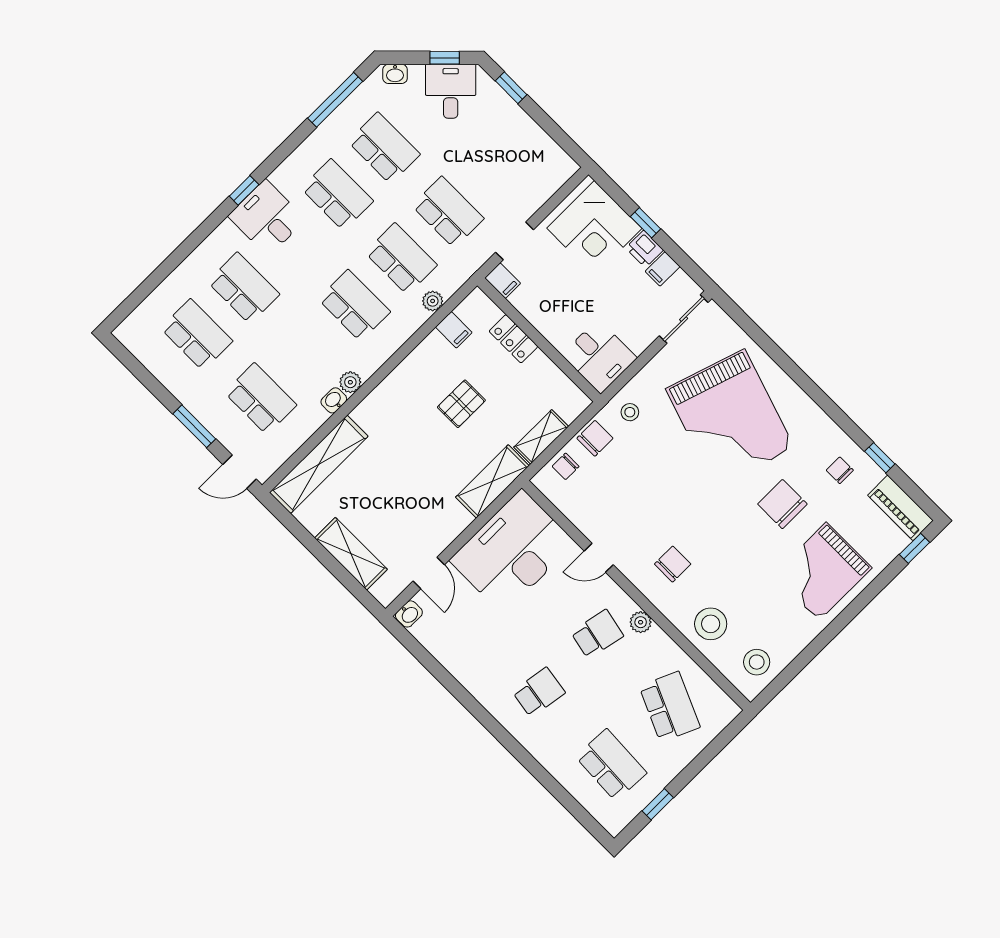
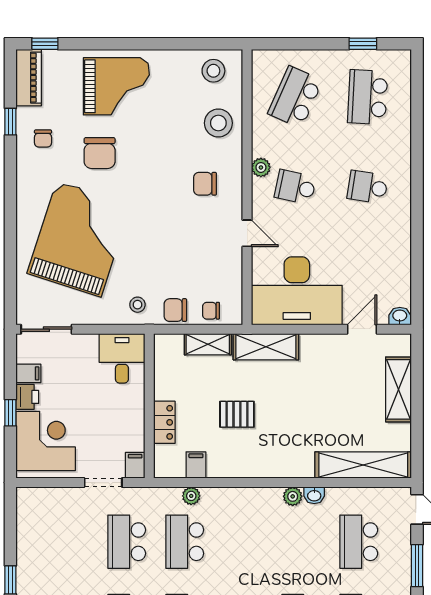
school desk: (354, 305) -> (243, 542), removed
chair: (566, 466) -> (211, 311), turned 180

